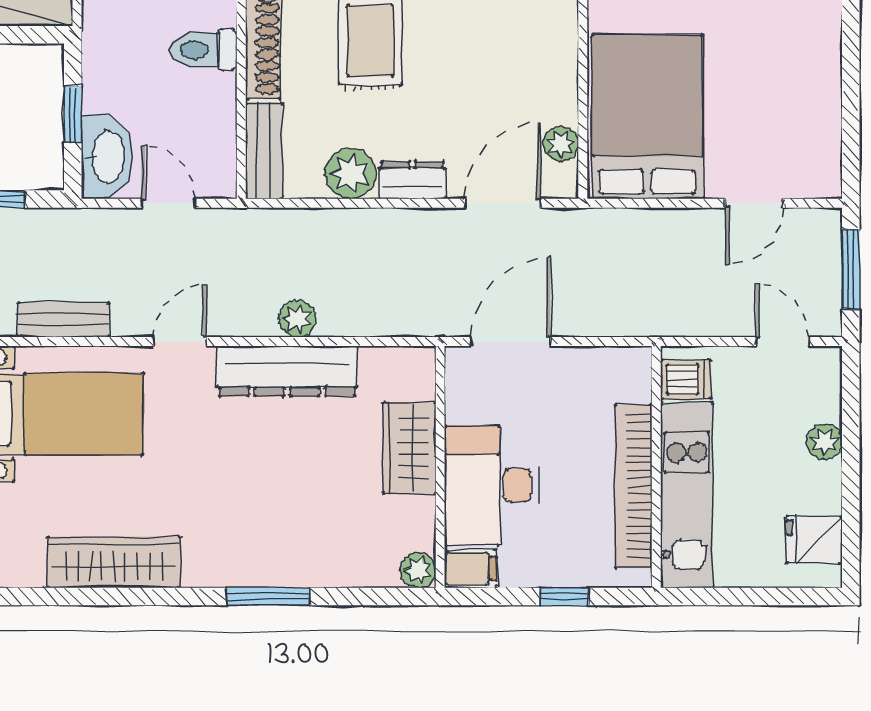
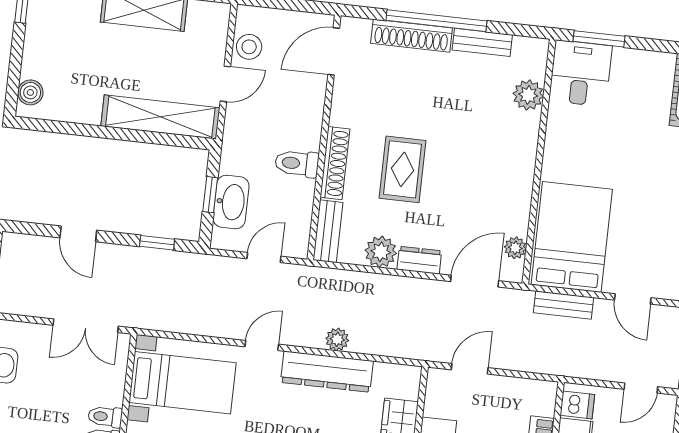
washbasin: (107, 157) -> (231, 202), moved
door: (168, 203) -> (264, 258), hinge flipped
door: (754, 203) -> (633, 299), hinge flipped
bench: (64, 320) -> (563, 305), moved
door: (511, 342) -> (470, 369), width x0.73
door: (782, 342) -> (641, 388), swing flipped

